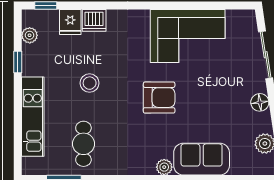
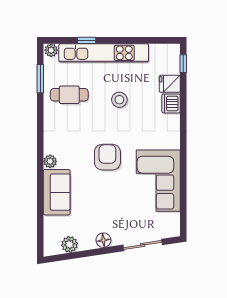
plant: (30, 35) -> (51, 50), moved
window: (18, 62) -> (87, 40), moved
armchair: (159, 98) -> (107, 157), turned 180
kitchen unit: (33, 117) -> (104, 53), width x1.36

